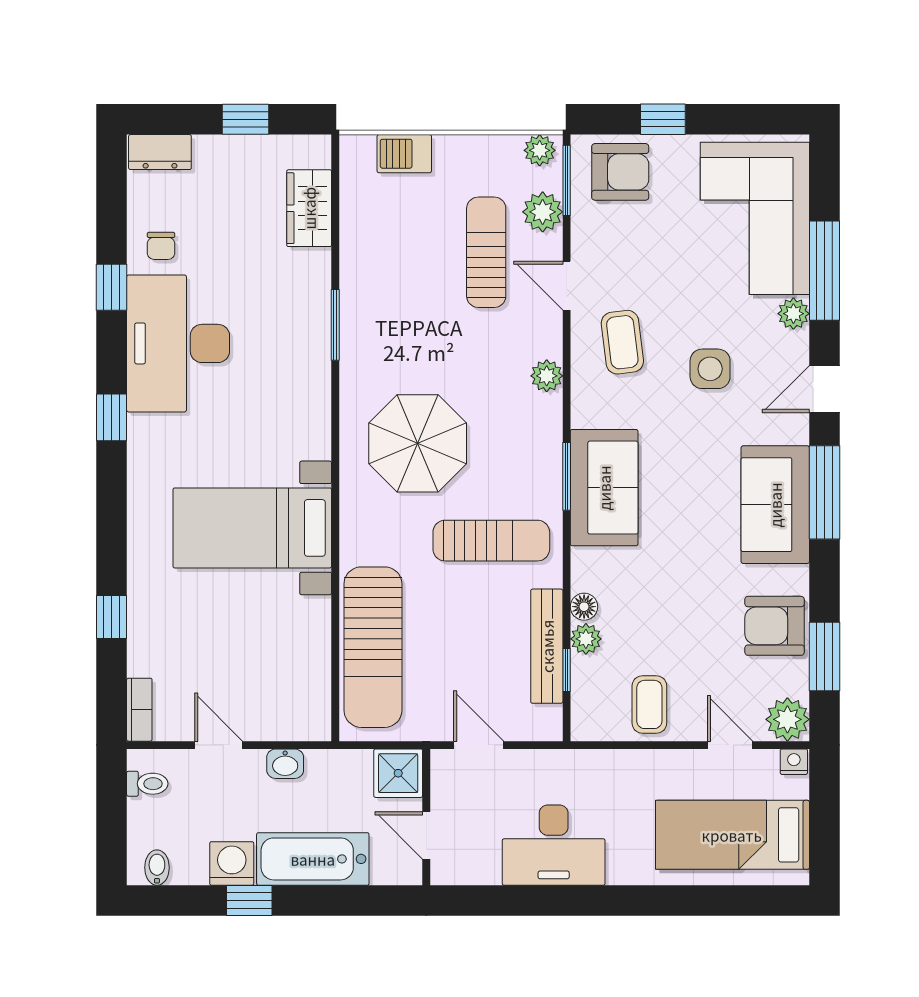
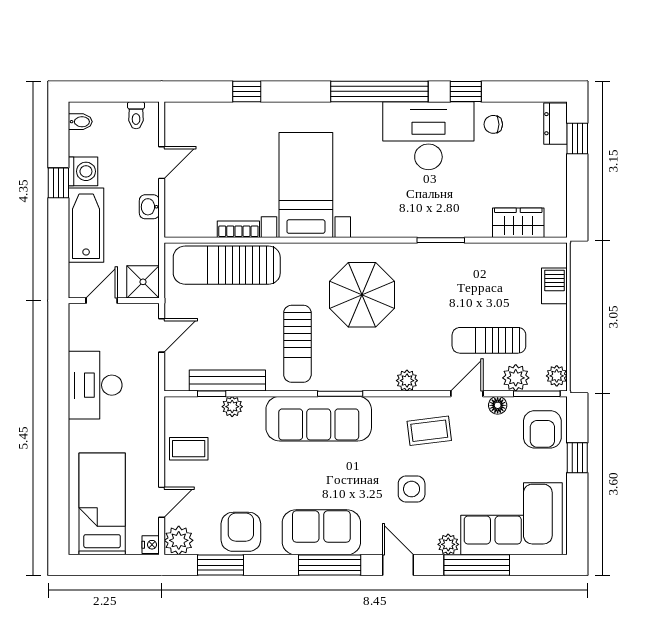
window: (245, 119) -> (577, 138), moved
sun lounger: (486, 252) -> (489, 340), turned 180
window: (112, 417) -> (379, 91), width x3.17
sofa: (604, 488) -> (319, 419), width x1.36
floor lamp: (584, 607) -> (498, 405), moved
bookcase: (139, 710) -> (238, 229), moved, turned 180

